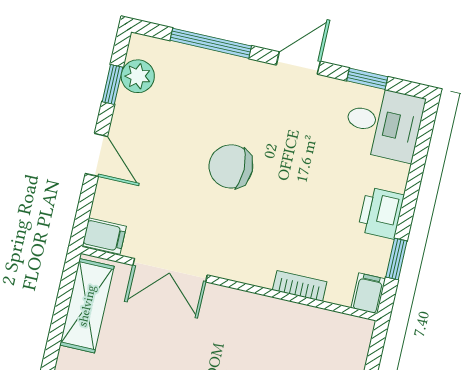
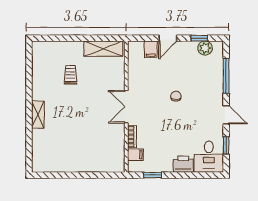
chair: (231, 166) -> (176, 96), width x0.54, depth x0.54
printer: (381, 213) -> (183, 164), moved
filing cabinet: (104, 236) -> (151, 49), moved
double door: (170, 270) -> (126, 107), moved
filing cabinet: (368, 293) -> (135, 155), moved

